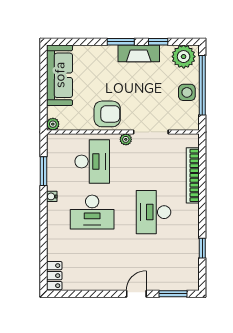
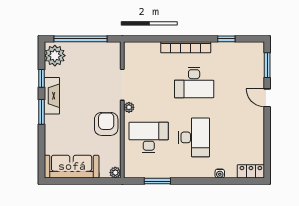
side table: (187, 92) -> (87, 53), removed
bookcase: (193, 175) -> (186, 47), moved
water cooler: (52, 196) -> (220, 174), moved

